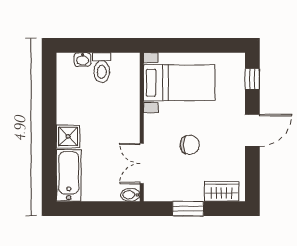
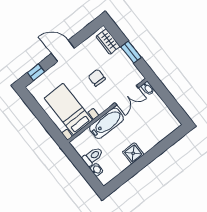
shower: (68, 136) -> (133, 153), moved
bathtub: (69, 175) -> (107, 123), moved, turned 180

